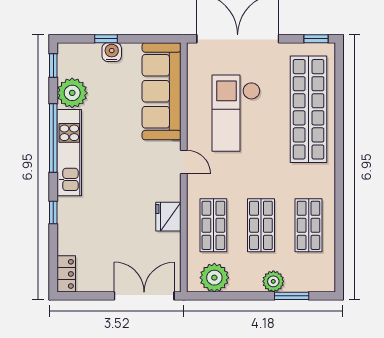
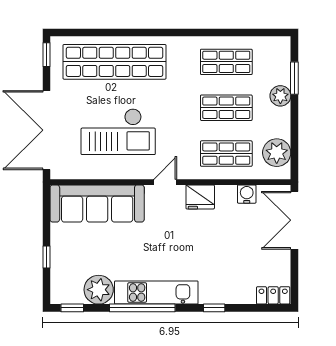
water cooler: (112, 52) -> (247, 194), moved, turned 90
fridge: (168, 217) -> (200, 197), moved

